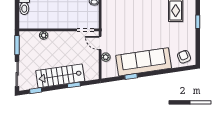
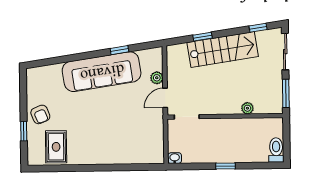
door: (100, 43) -> (165, 98), swing flipped
armchair: (184, 57) -> (40, 114), moved

